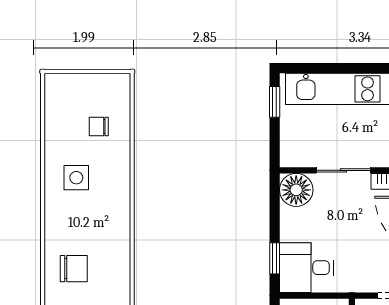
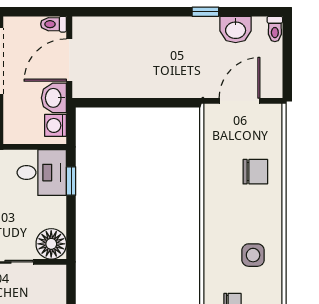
chair: (74, 269) -> (255, 172), turned 180

